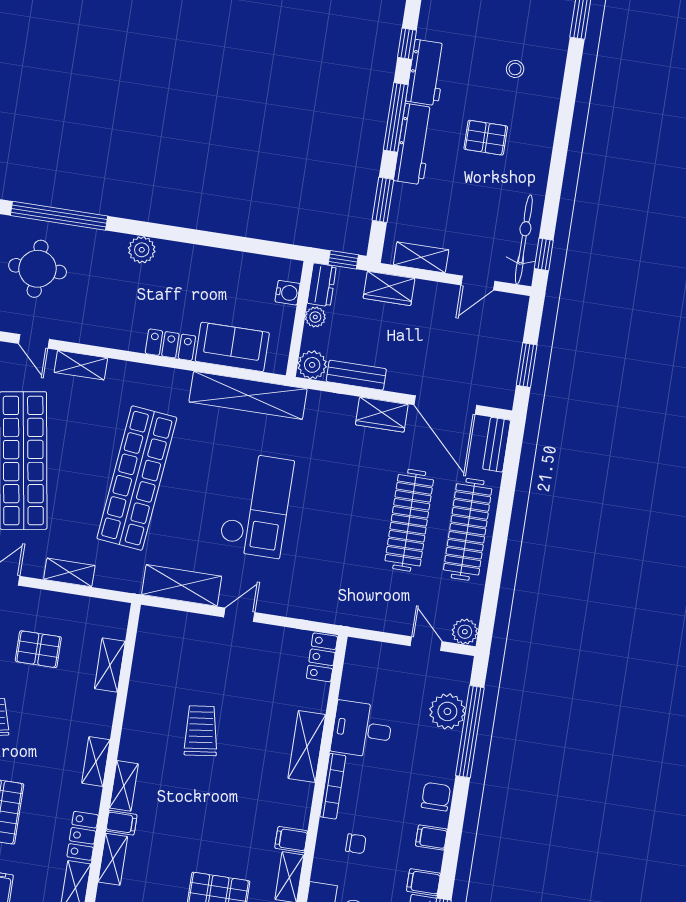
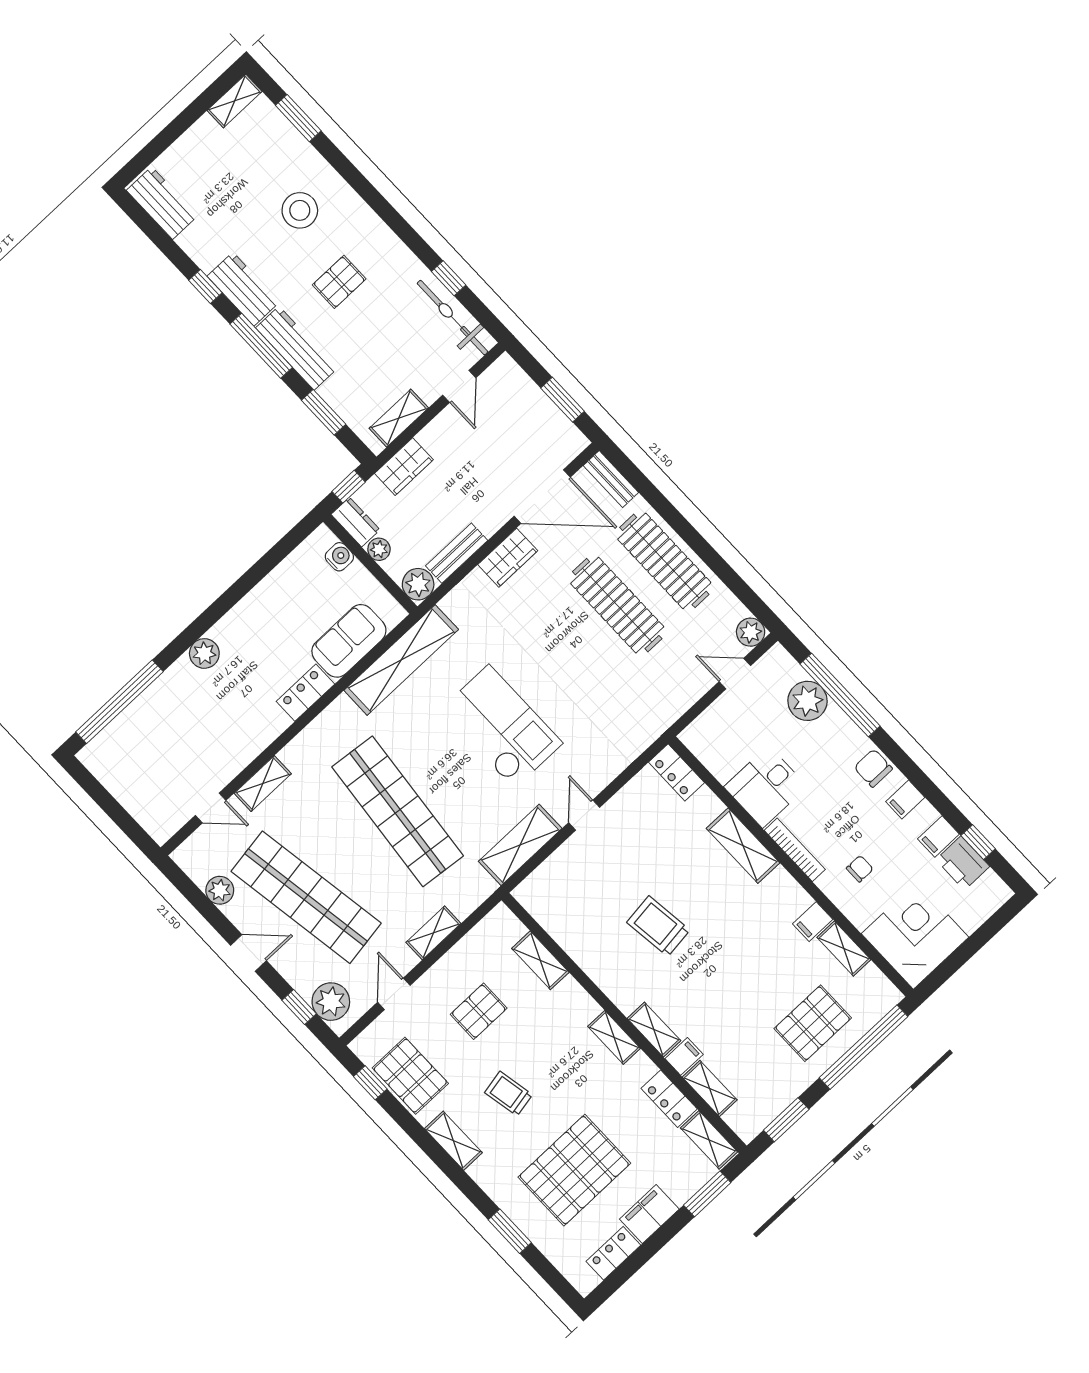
stool: (515, 69) -> (300, 210), width x1.89, depth x1.89
window: (544, 254) -> (449, 278), moved
round table: (38, 269) -> (151, 756), removed

